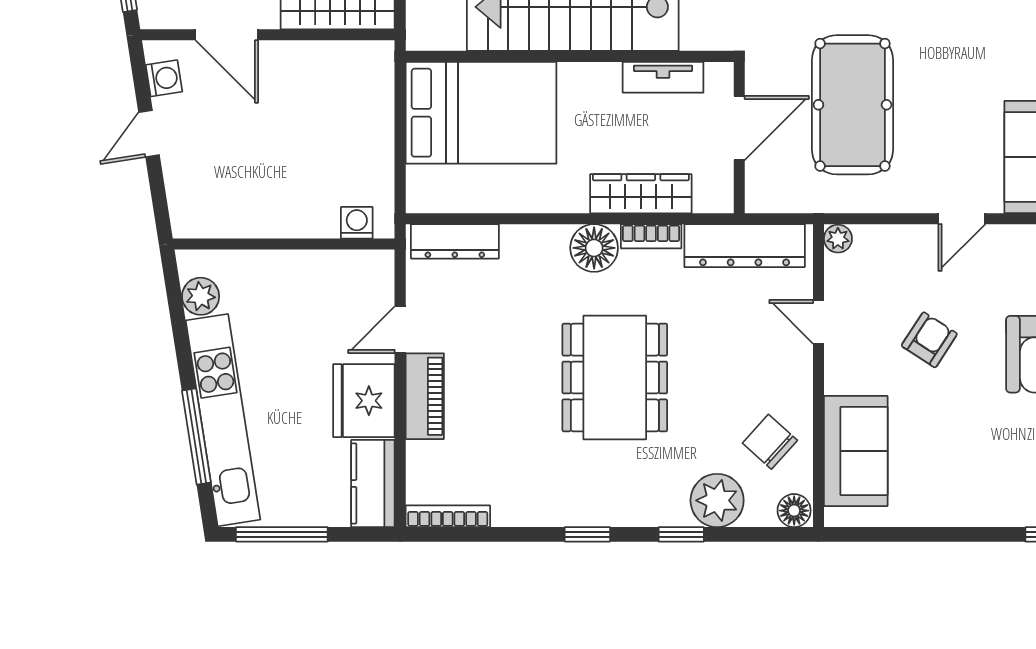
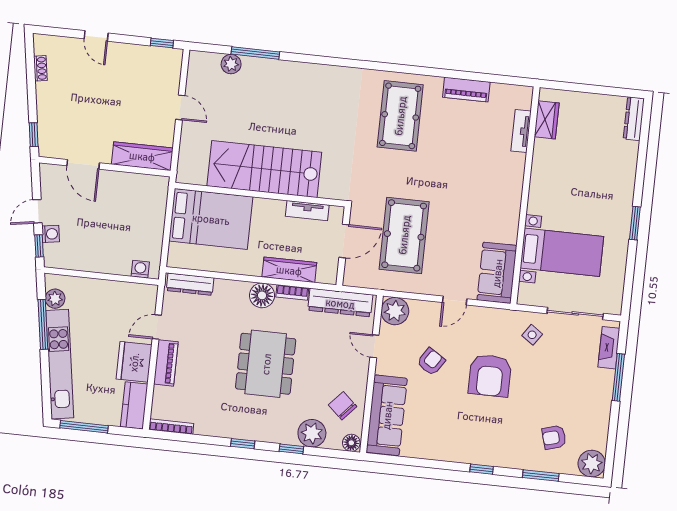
washing machine: (164, 78) -> (51, 234), moved
window: (159, 199) -> (39, 246), added
plant: (838, 239) -> (395, 311), width x1.88, depth x1.88
window: (196, 436) -> (43, 324), moved
sofa: (856, 451) -> (387, 415), width x1.36

